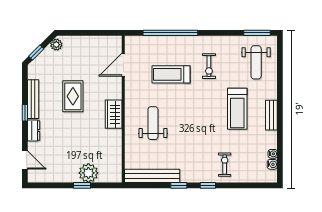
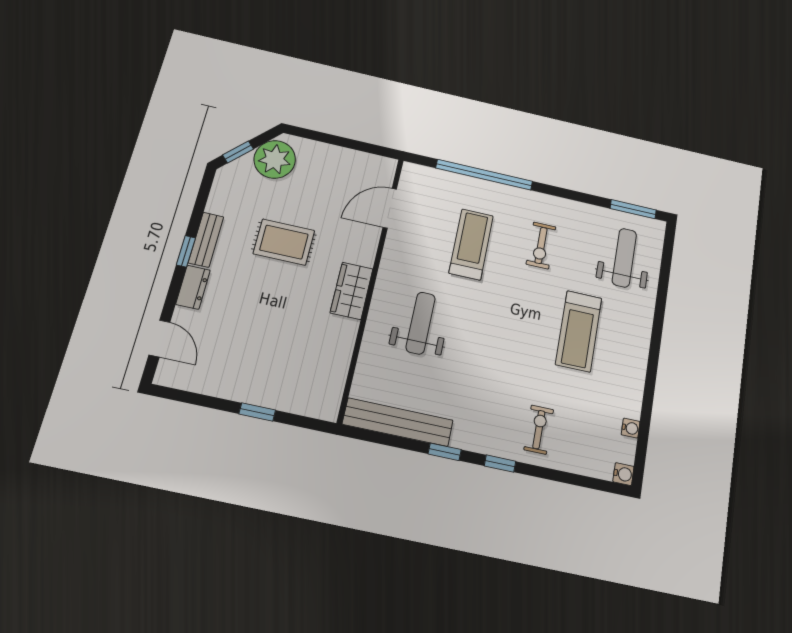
plant: (56, 45) -> (275, 159), width x1.88, depth x1.88
weight bench: (256, 62) -> (624, 258), turned 180
treadmill: (171, 74) -> (471, 244), turned 90
rug: (73, 96) -> (284, 242), turned 90
bench: (33, 99) -> (206, 240), width x0.73
bench: (271, 115) -> (638, 356), removed
water cooler: (272, 164) -> (623, 474), moved
plant: (88, 173) -> (276, 390), removed

